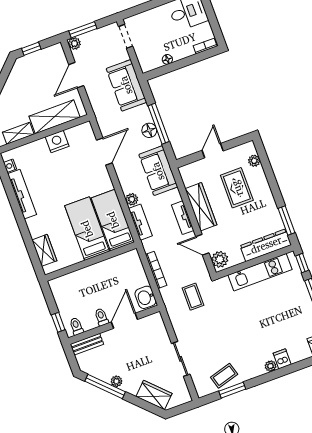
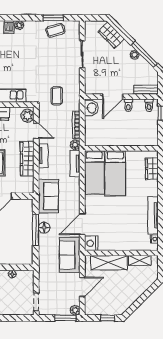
sofa: (126, 85) -> (70, 255), moved, turned 180
nightstand: (57, 142) -> (91, 243), moved, turned 90
plant: (132, 199) -> (75, 145), moved

